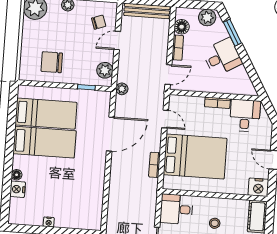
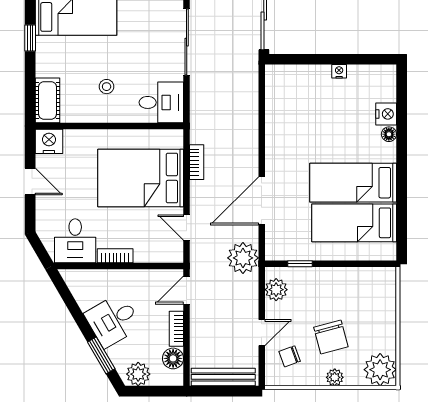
chair: (52, 62) -> (331, 337), moved, turned 75
plant: (122, 89) -> (243, 258), width x1.88, depth x1.88

